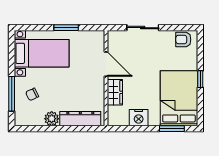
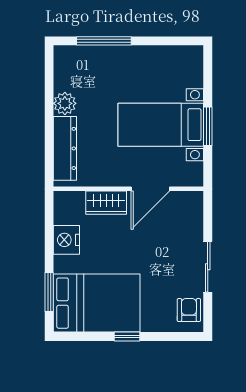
sliding door: (143, 28) -> (208, 267), moved
bed with nightstands: (42, 53) -> (161, 125), moved, turned 90
chair: (32, 94) -> (103, 73), removed

